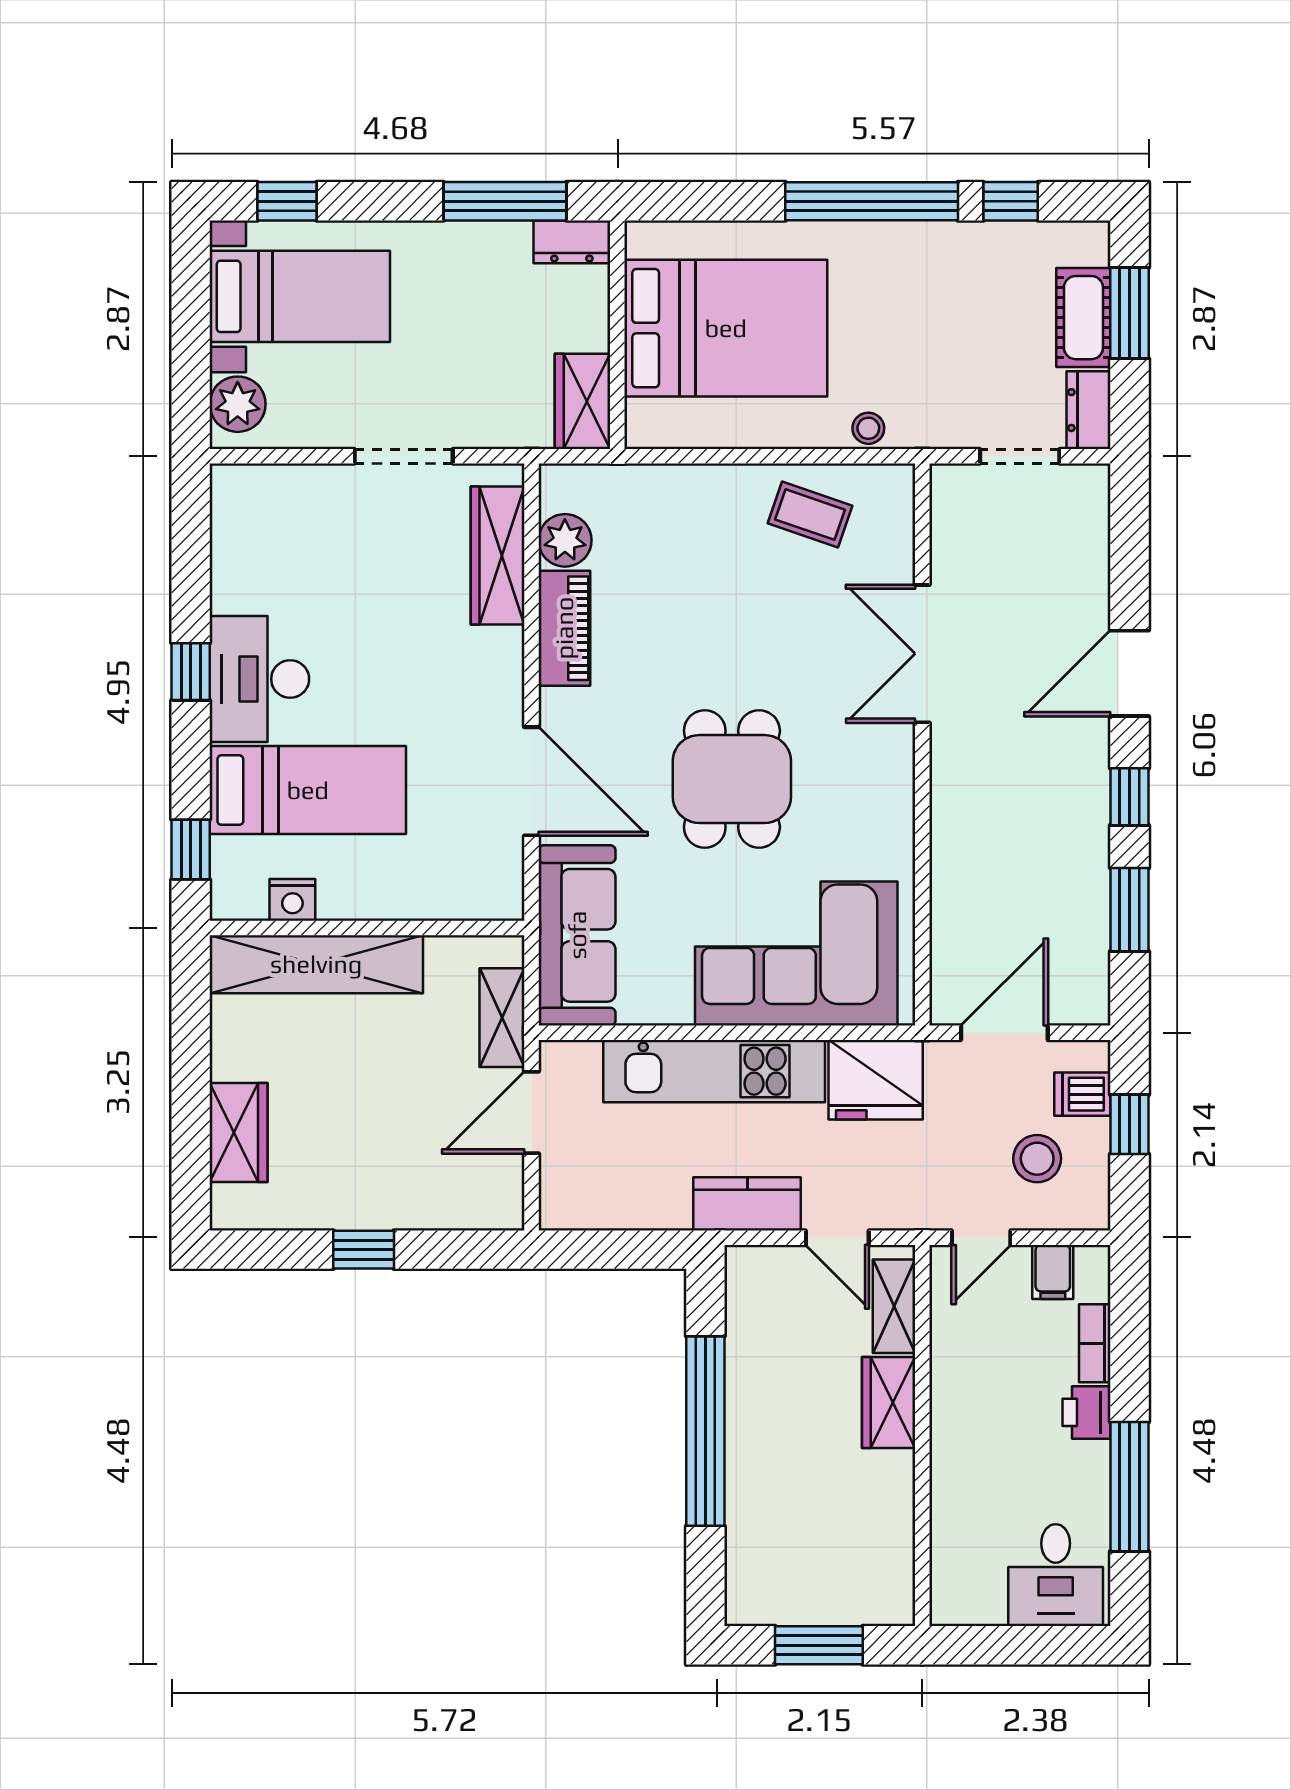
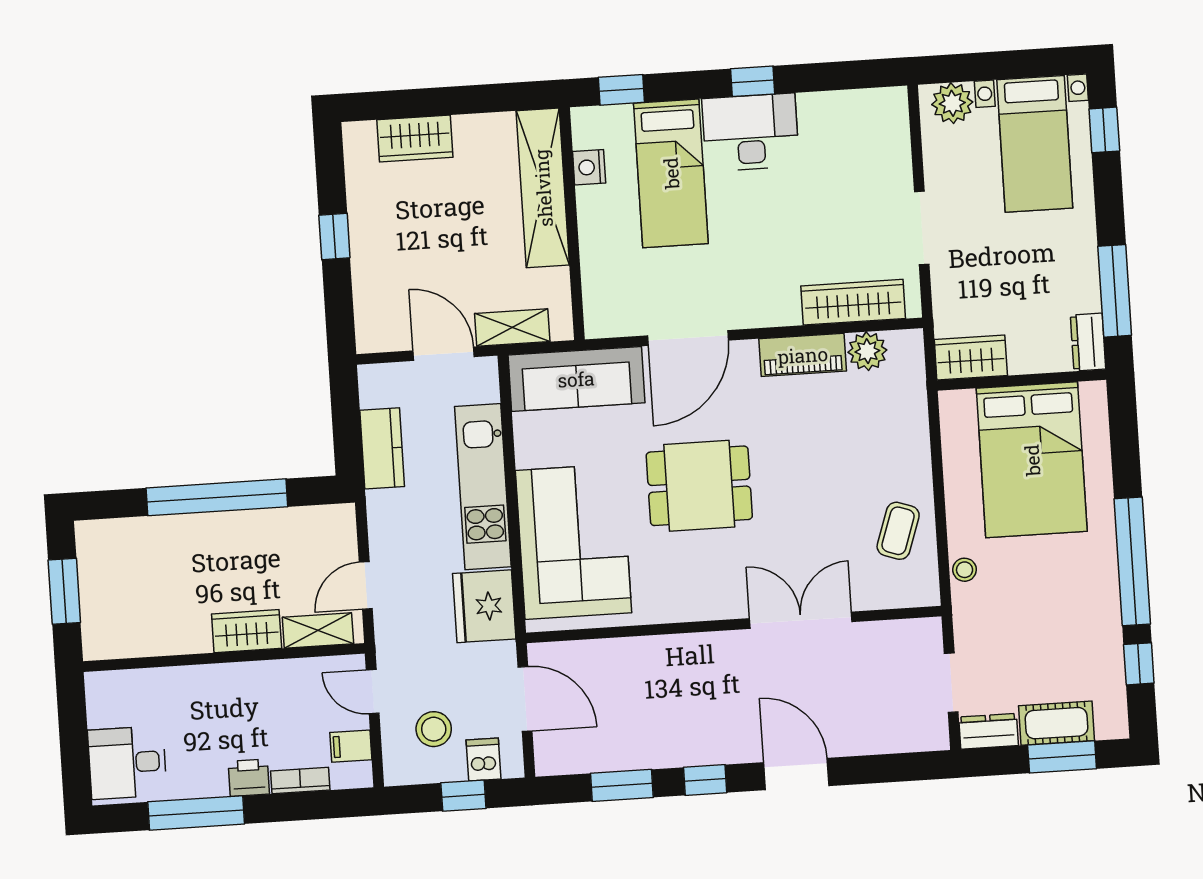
kitchen counter: (747, 1204) -> (382, 448), moved

